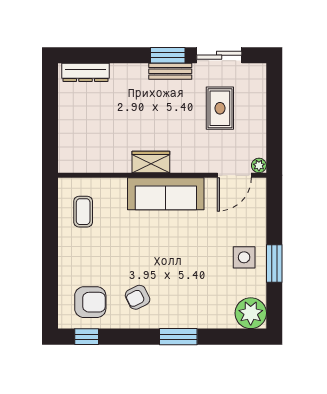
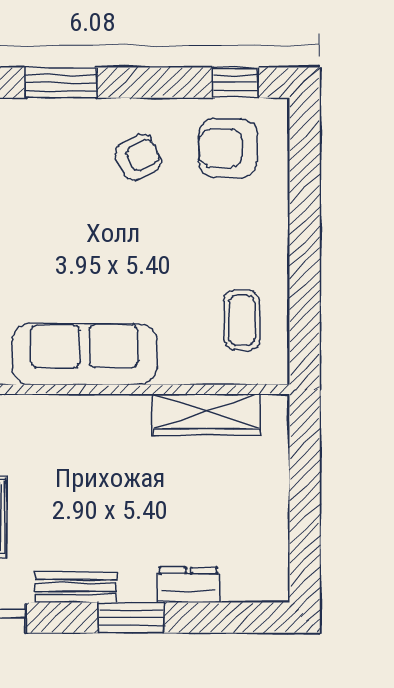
window: (168, 55) -> (131, 618), moved
dresser: (85, 72) -> (188, 585), moved, width x0.70
wardrobe: (151, 162) -> (206, 415), moved, width x1.50

